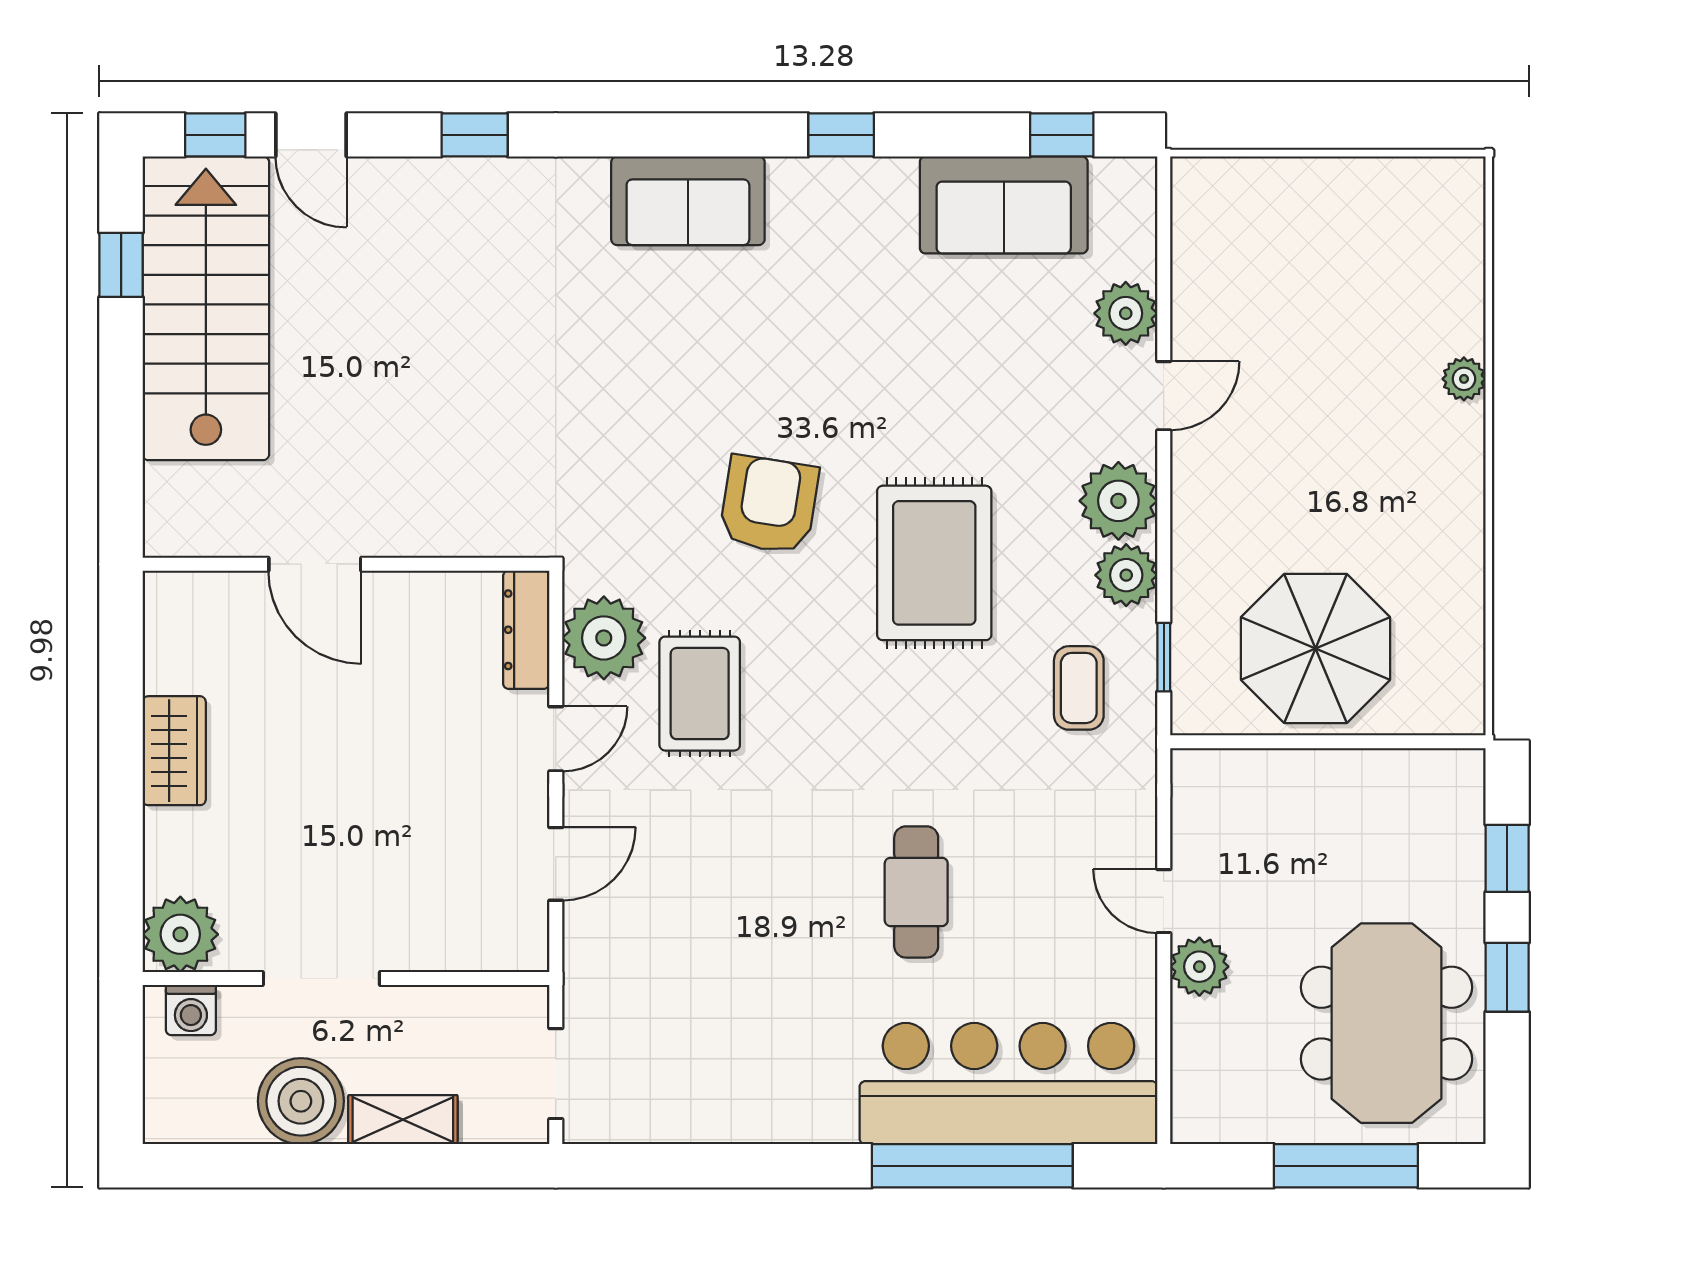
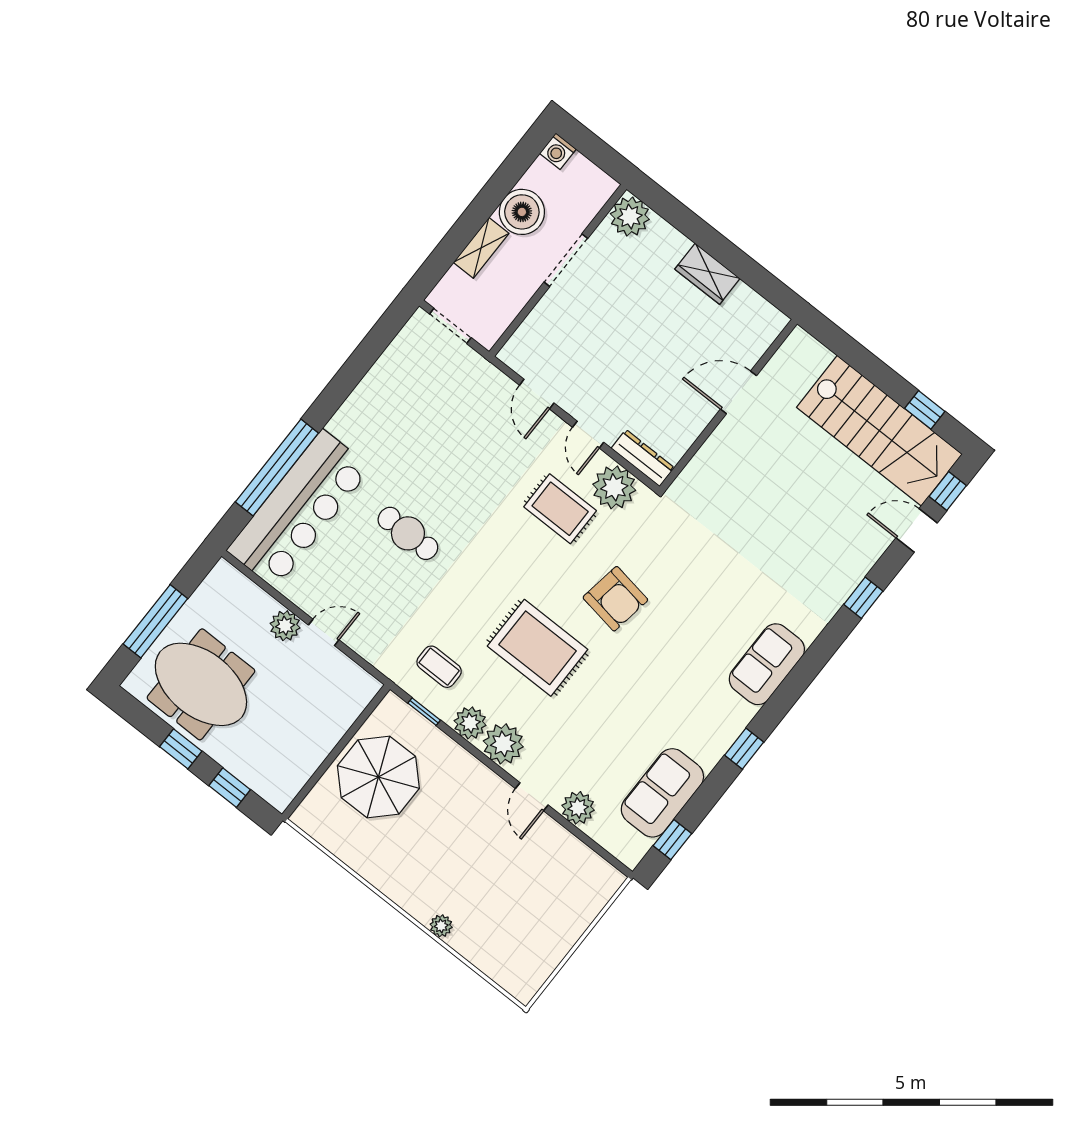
washing machine: (191, 1010) -> (558, 151), moved, turned -90

